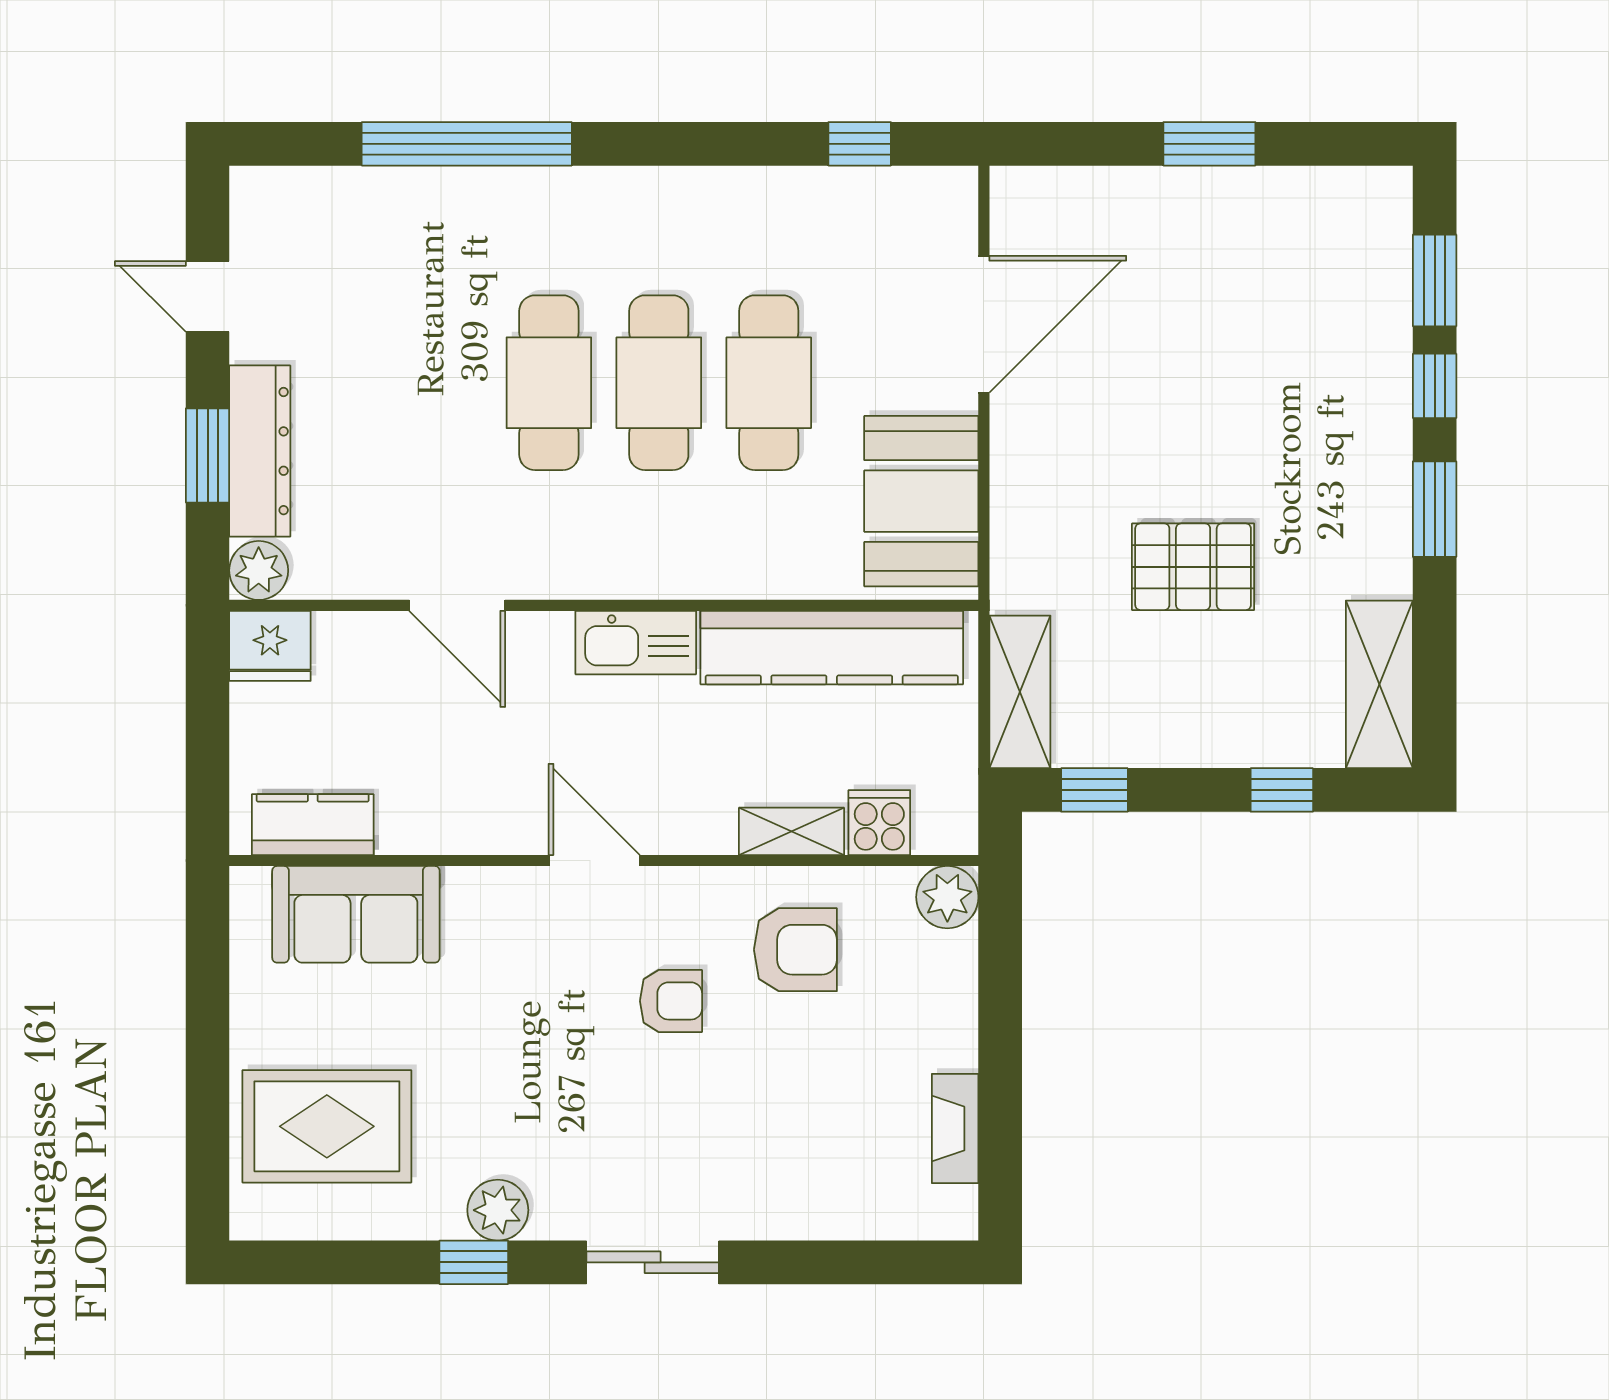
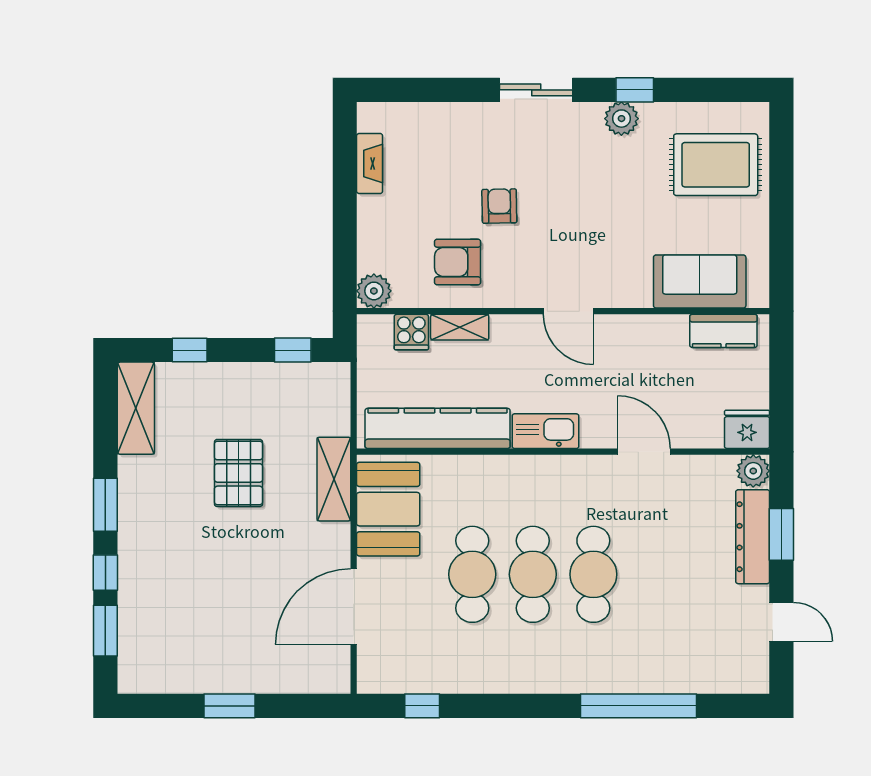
pallet: (1193, 567) -> (238, 473), turned 90
shelving: (1020, 692) -> (334, 479), moved
armchair: (671, 1001) -> (499, 206), moved, turned 89

